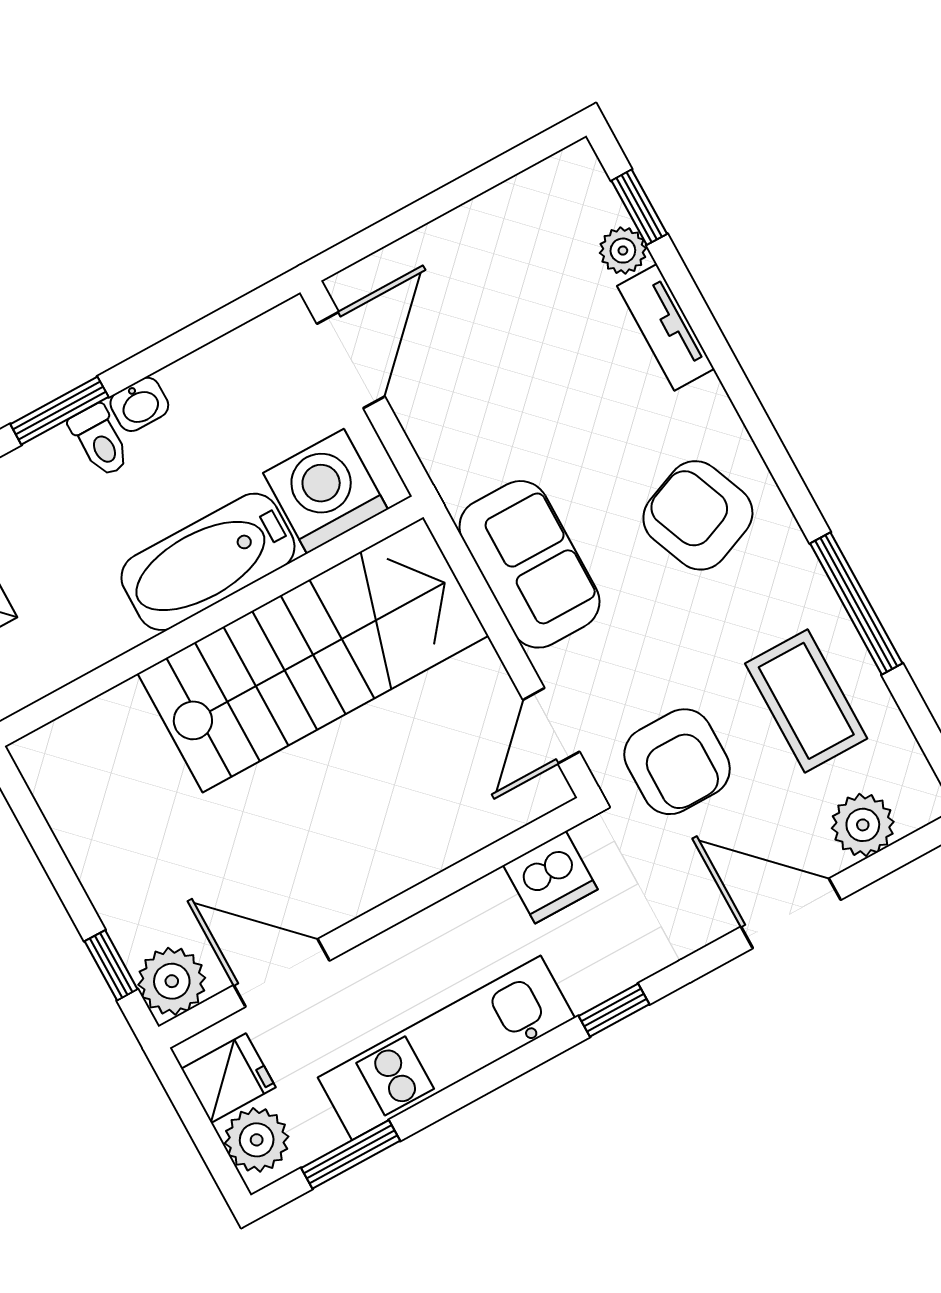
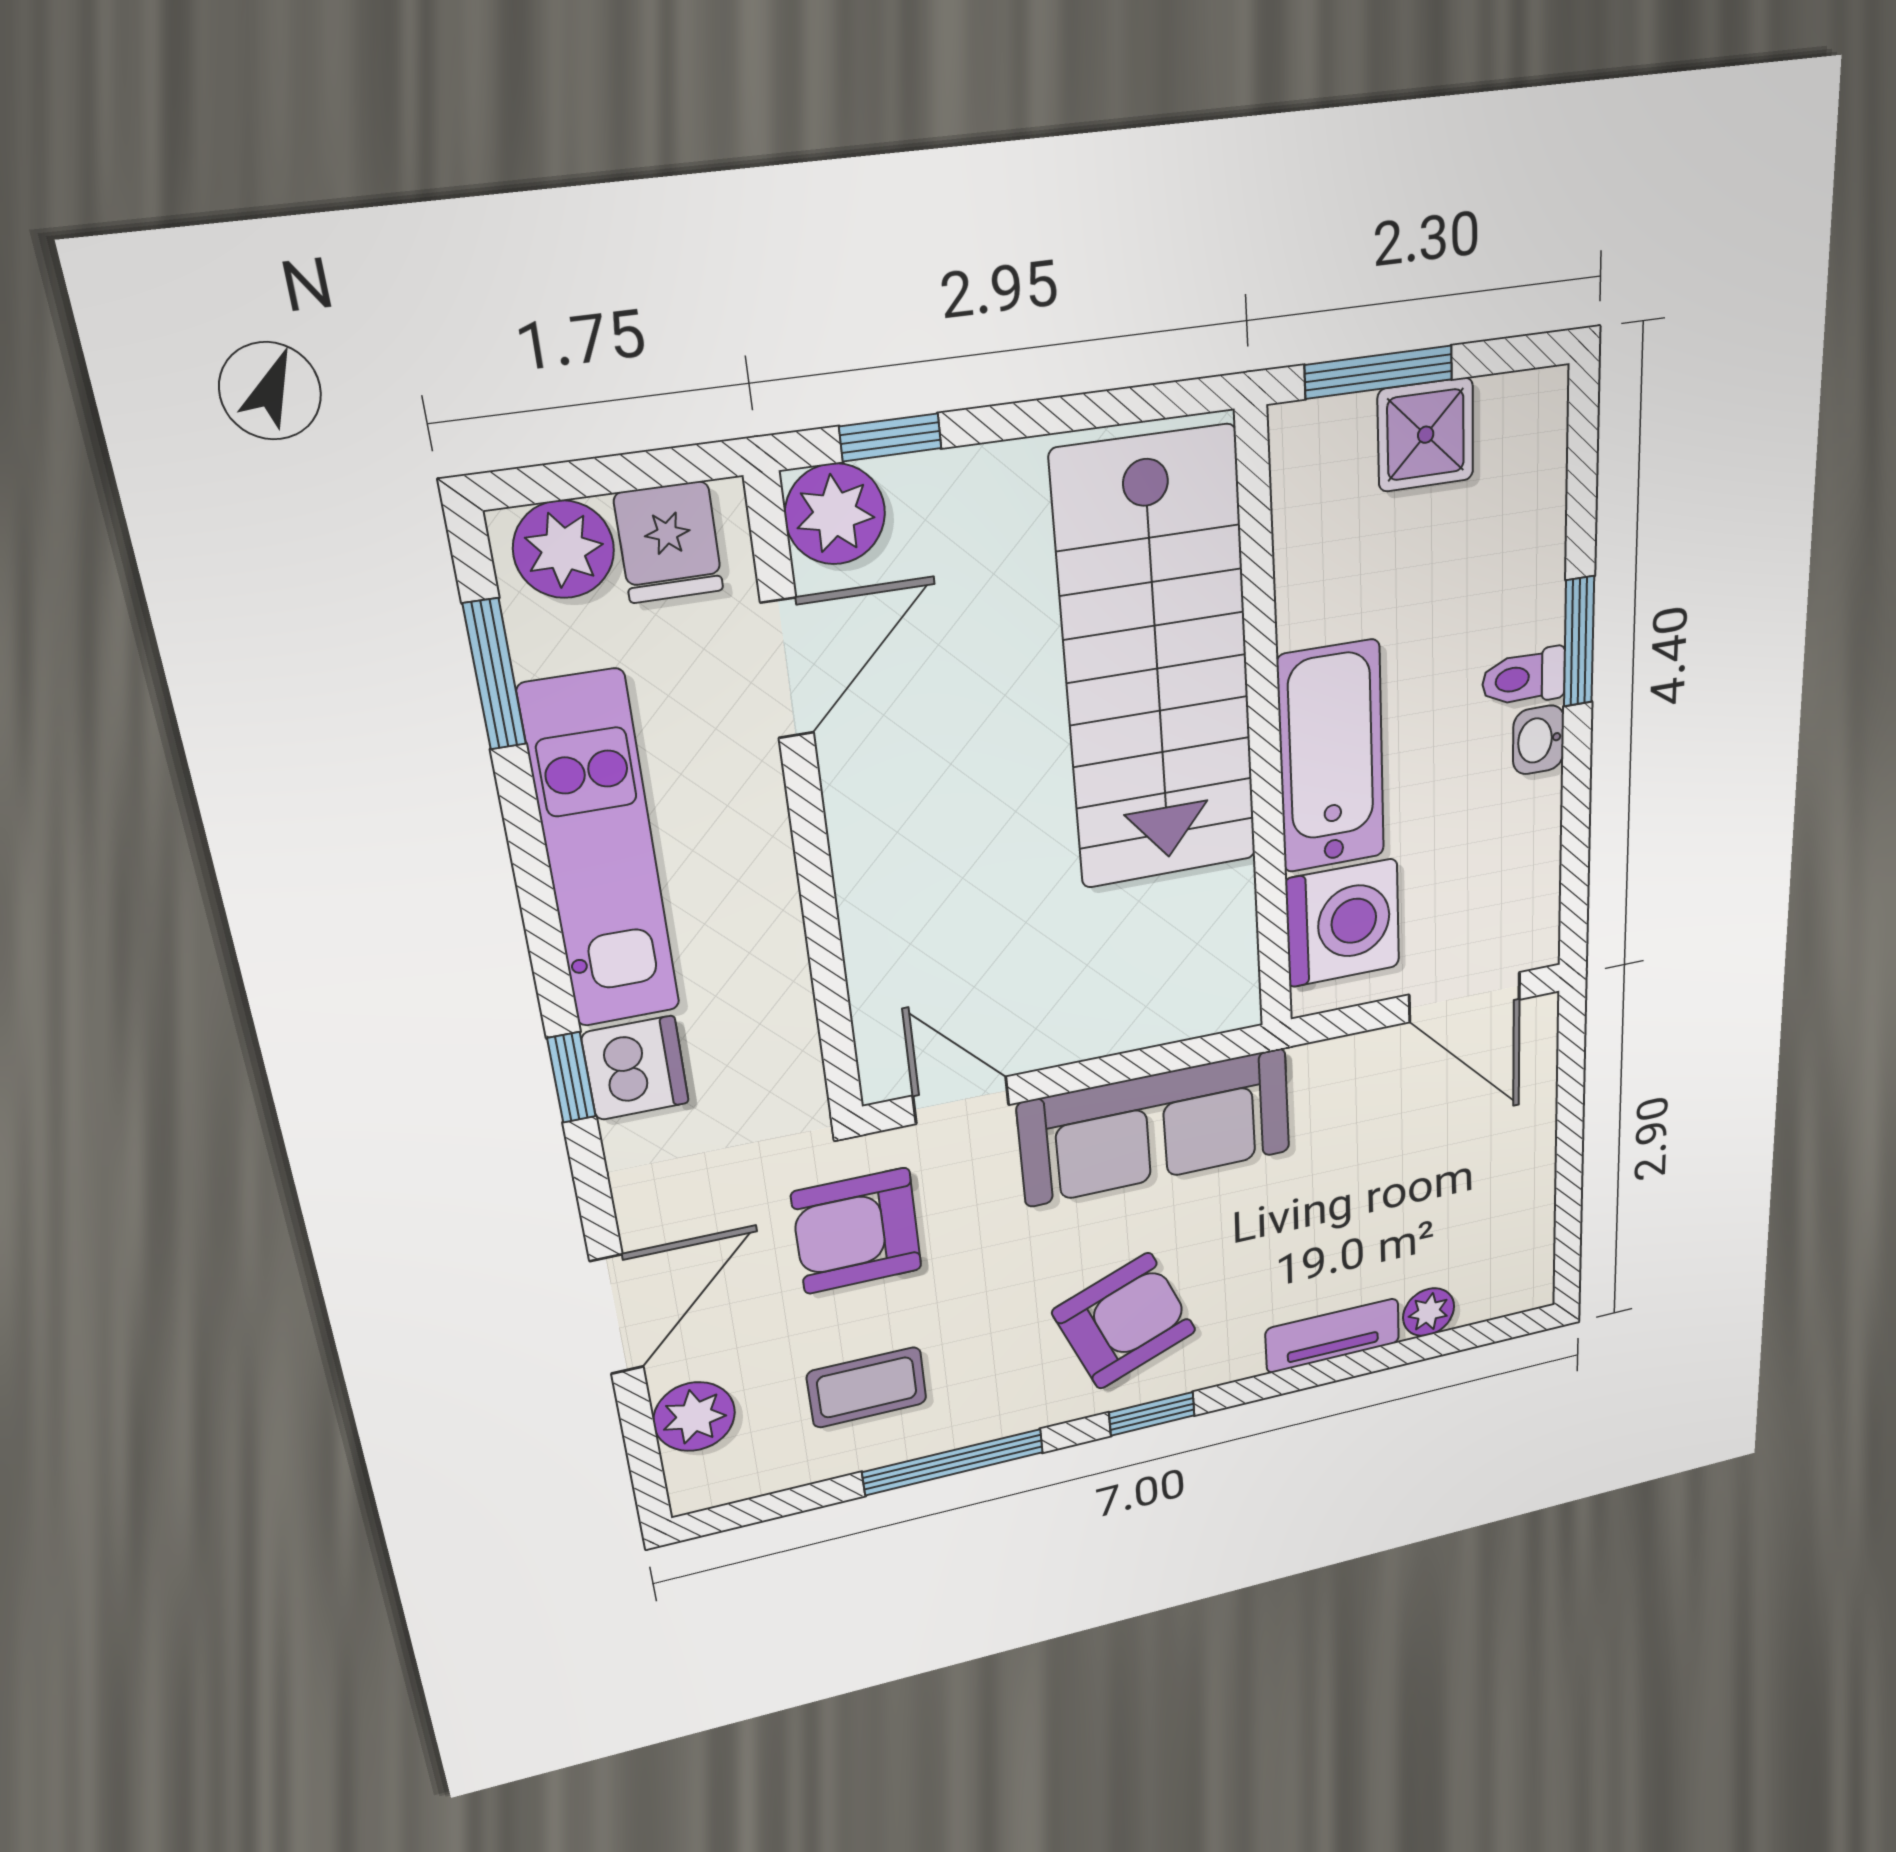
window: (639, 207) -> (1152, 1414), moved
sofa: (529, 564) -> (1156, 1127), width x1.36
stairs: (313, 655) -> (1157, 663), moved
coffee table: (806, 701) -> (867, 1387), width x0.73, depth x0.77
dishwasher: (550, 877) -> (635, 1068), moved, turned 180

